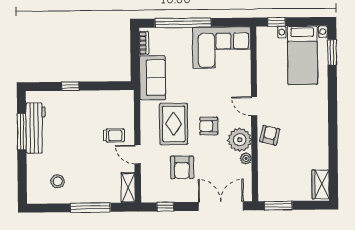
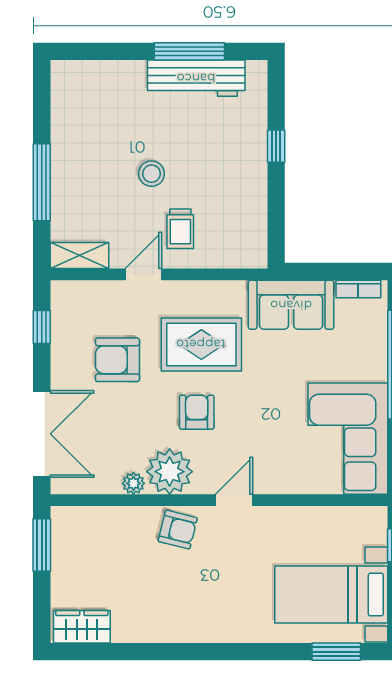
stool: (58, 181) -> (151, 174), moved

